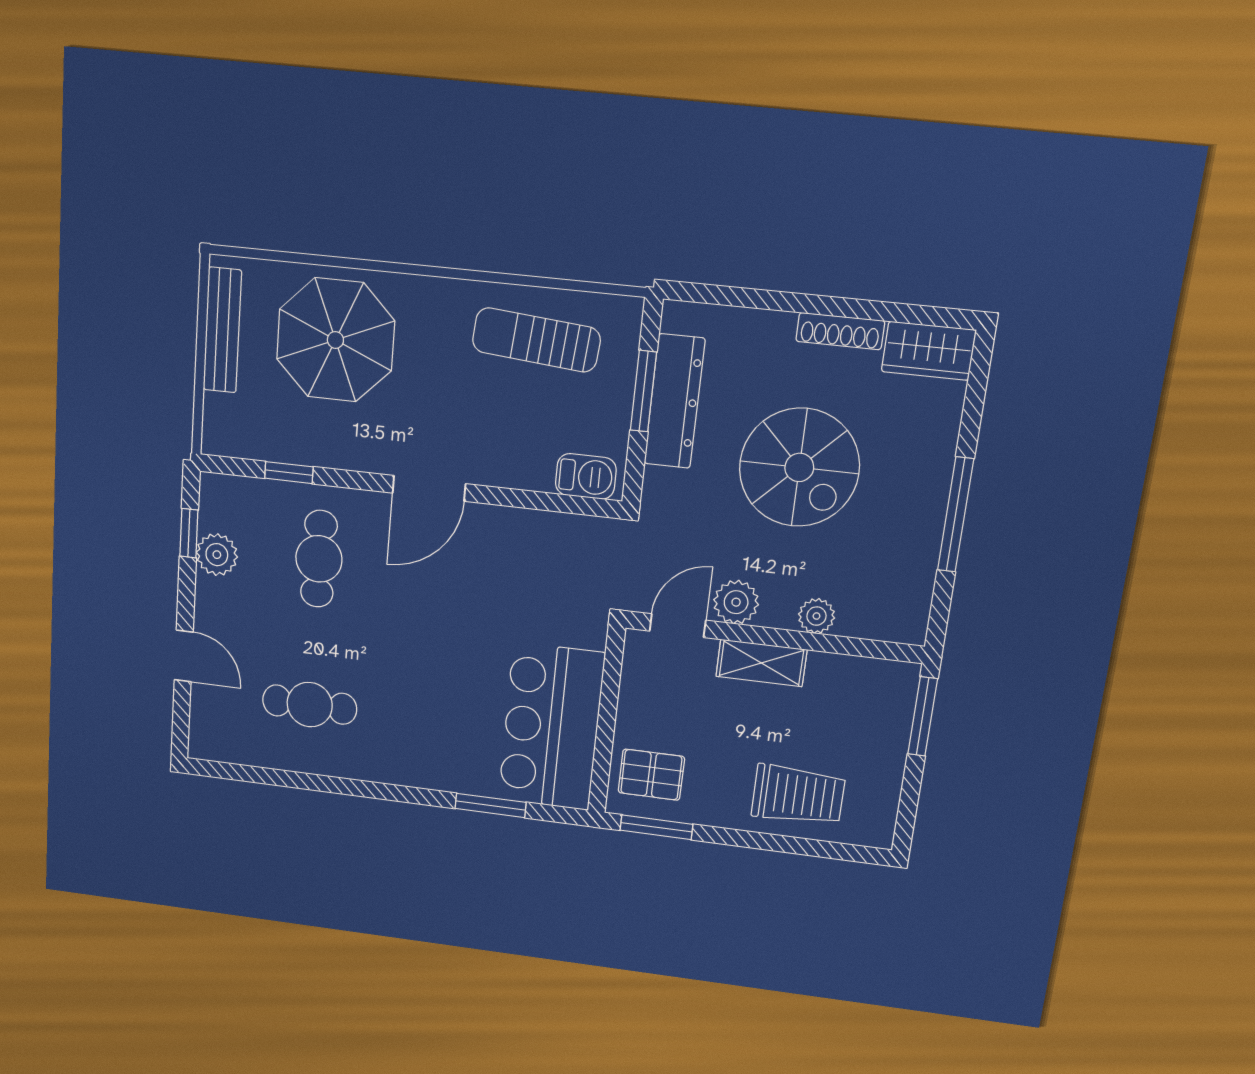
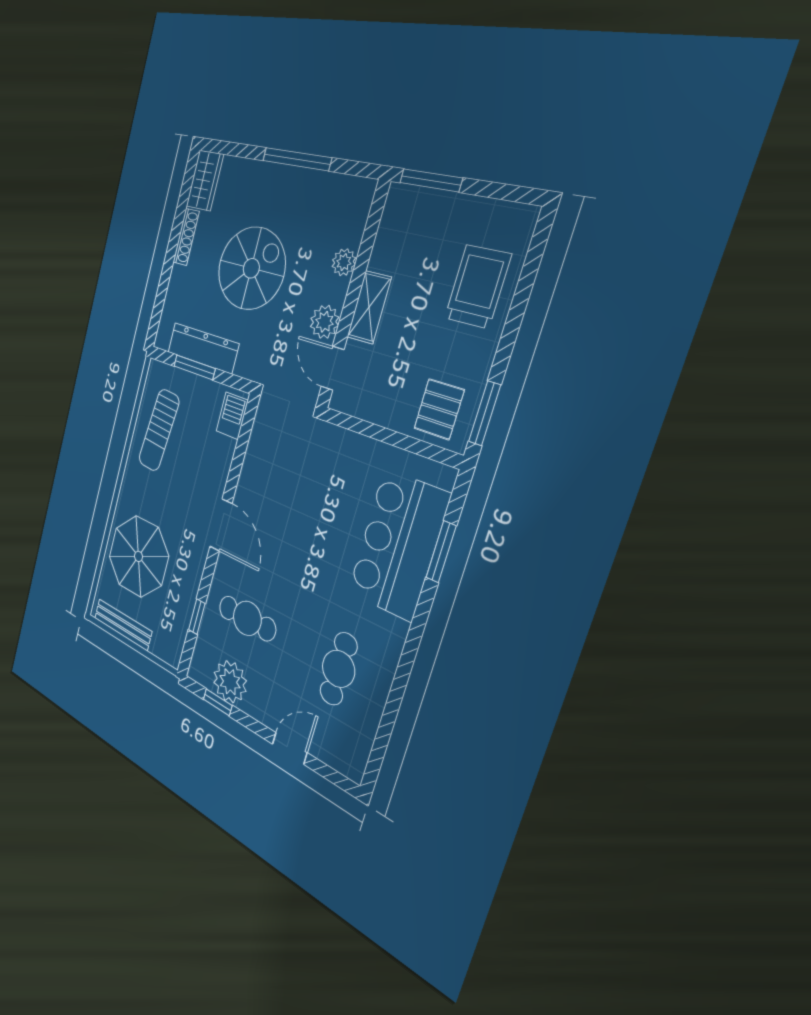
plant: (217, 555) -> (230, 682), width x1.36, depth x1.36
bar counter: (551, 727) -> (398, 545), moved, turned 90

